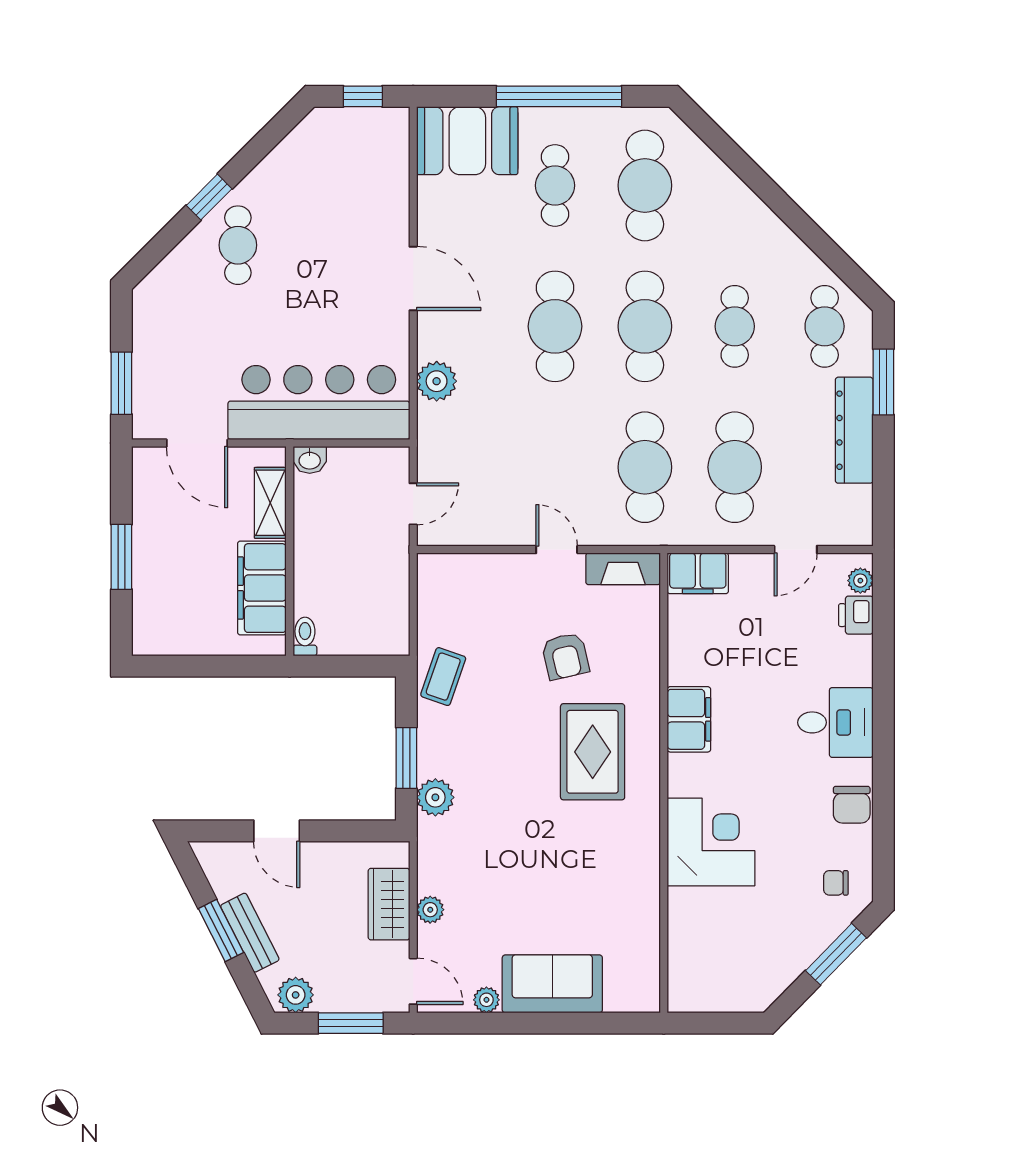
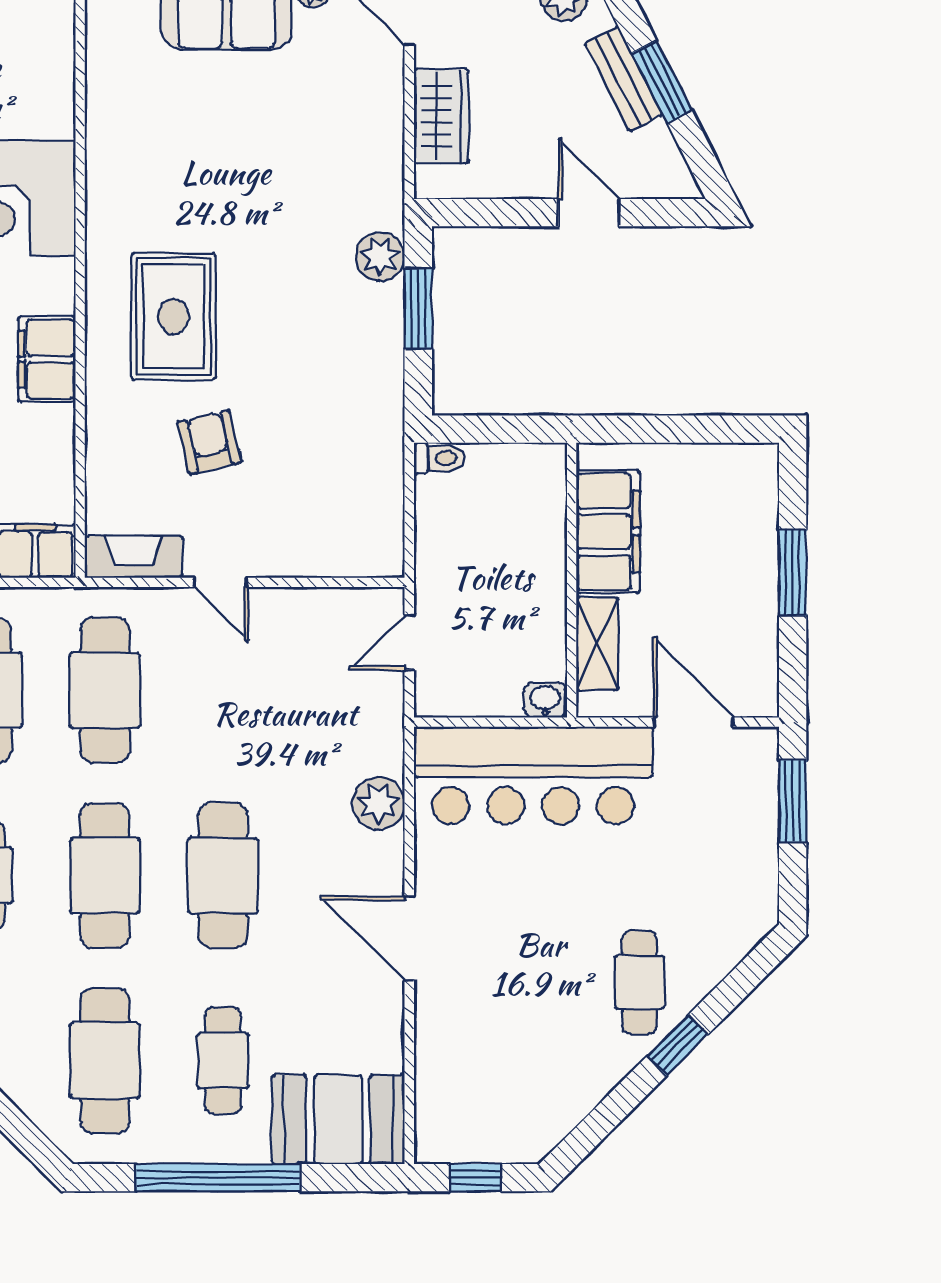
toilet: (305, 636) -> (439, 458), moved, turned -90
coffee table: (443, 677) -> (370, 415), removed
plant: (430, 910) -> (387, 109), removed

